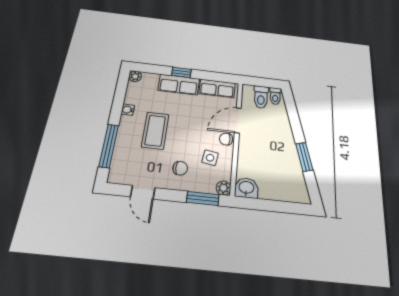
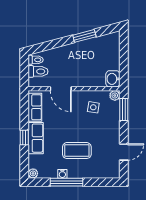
chair: (226, 139) -> (77, 97), removed
window: (109, 146) -> (66, 182), moved
chair: (180, 168) -> (104, 128), removed

